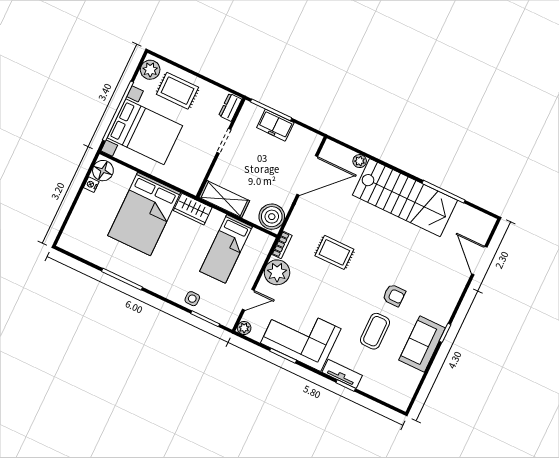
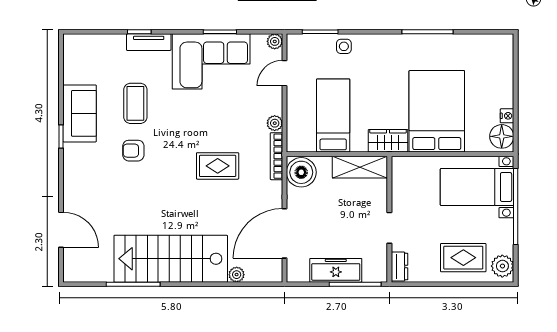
freezer: (275, 125) -> (336, 270), width x1.40
bed with nightstands: (145, 132) -> (477, 187), width x0.73
bookcase: (282, 245) -> (276, 156), width x1.56
plant: (277, 272) -> (275, 123), width x0.53, depth x0.53

